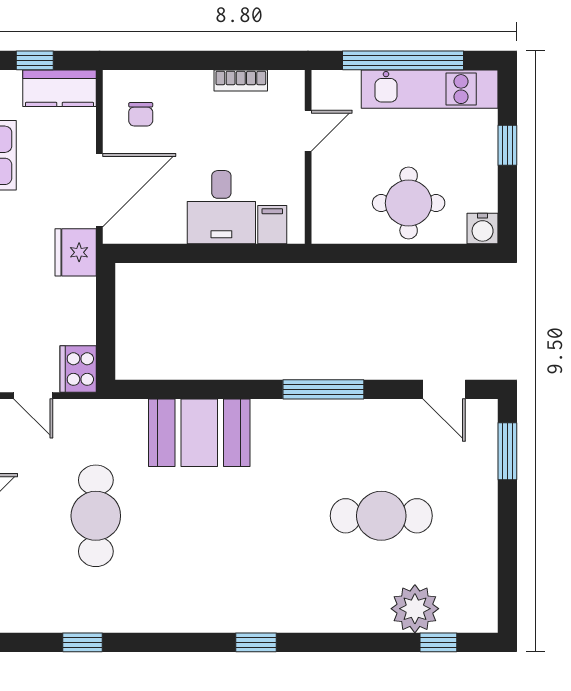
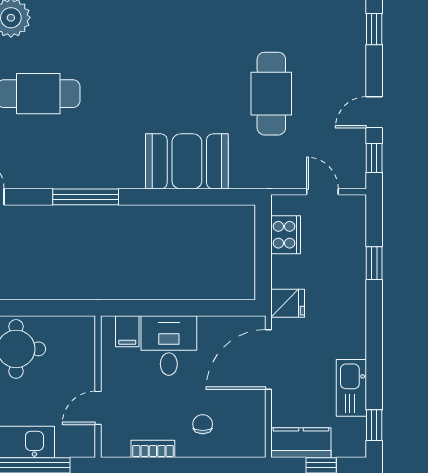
chair: (141, 114) -> (203, 424), moved
fridge: (76, 252) -> (288, 303), width x0.72
cooker: (78, 369) -> (286, 235), moved

